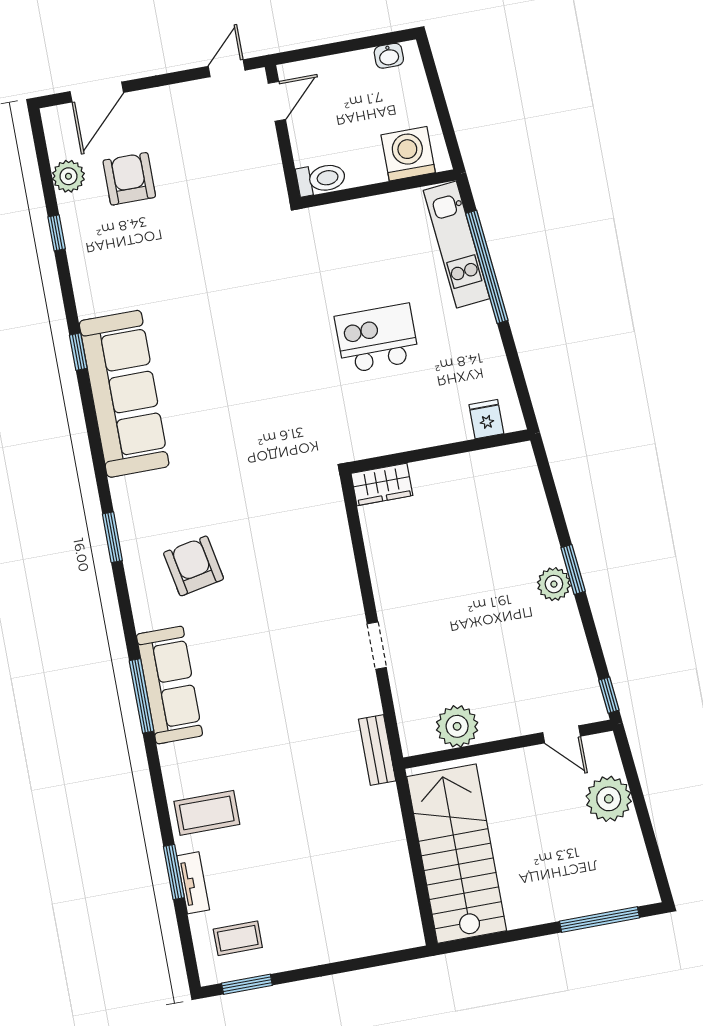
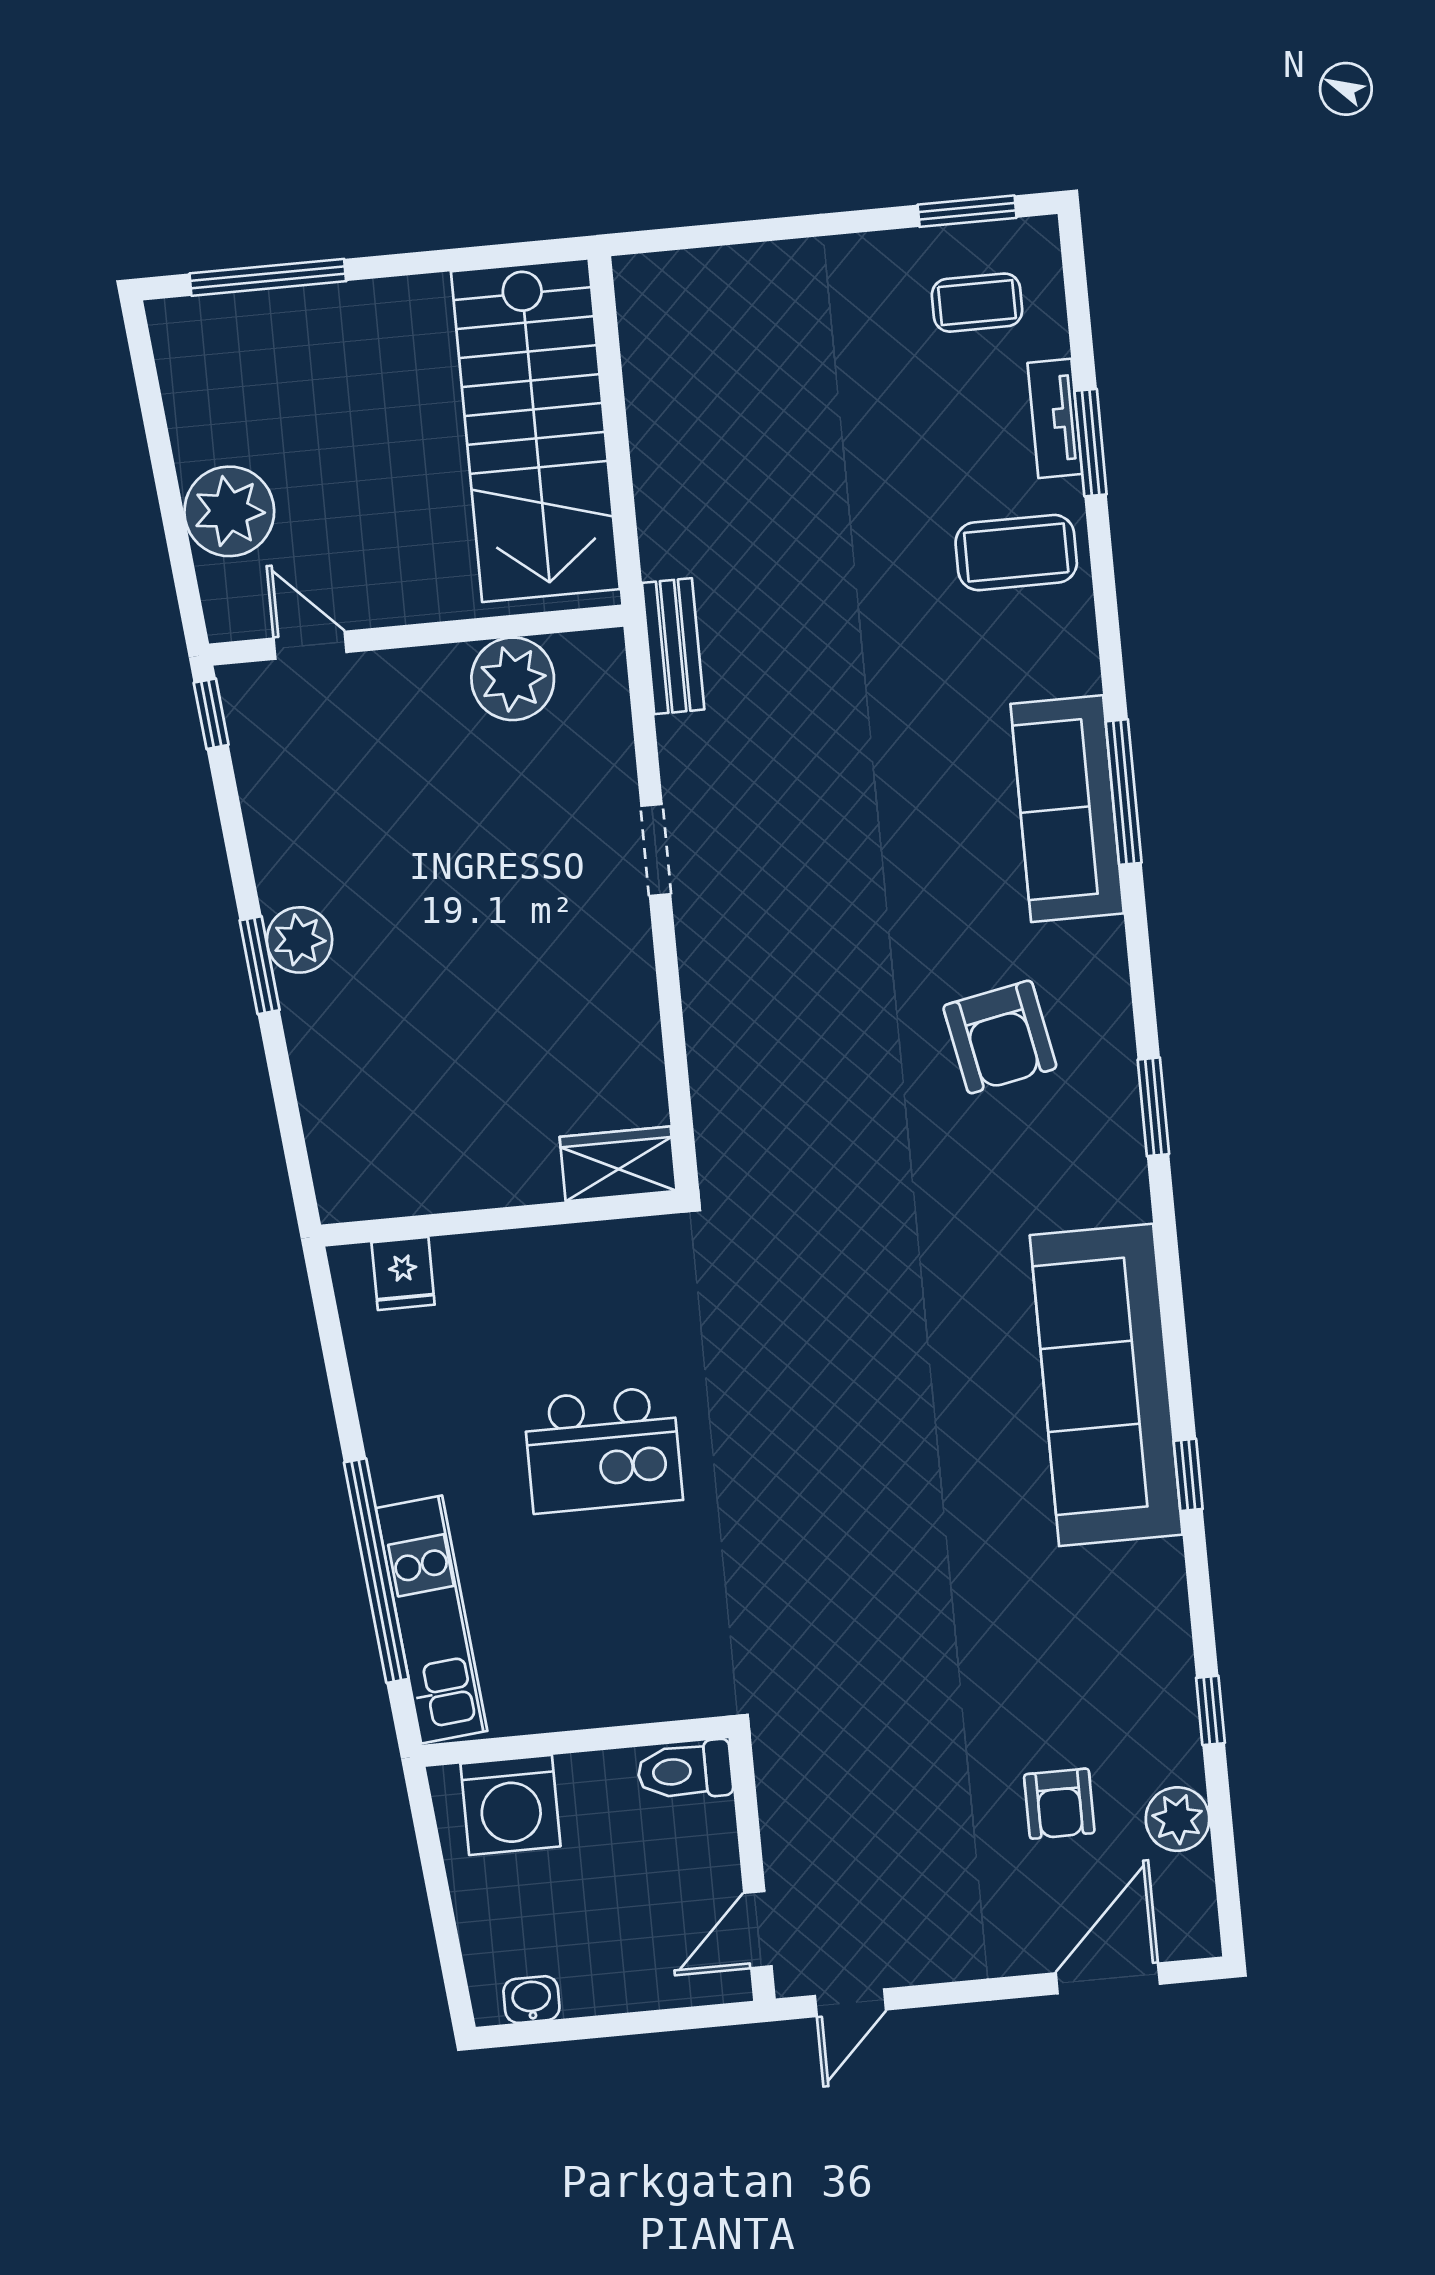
armchair: (129, 179) -> (1059, 1804), width x0.72, depth x0.72

